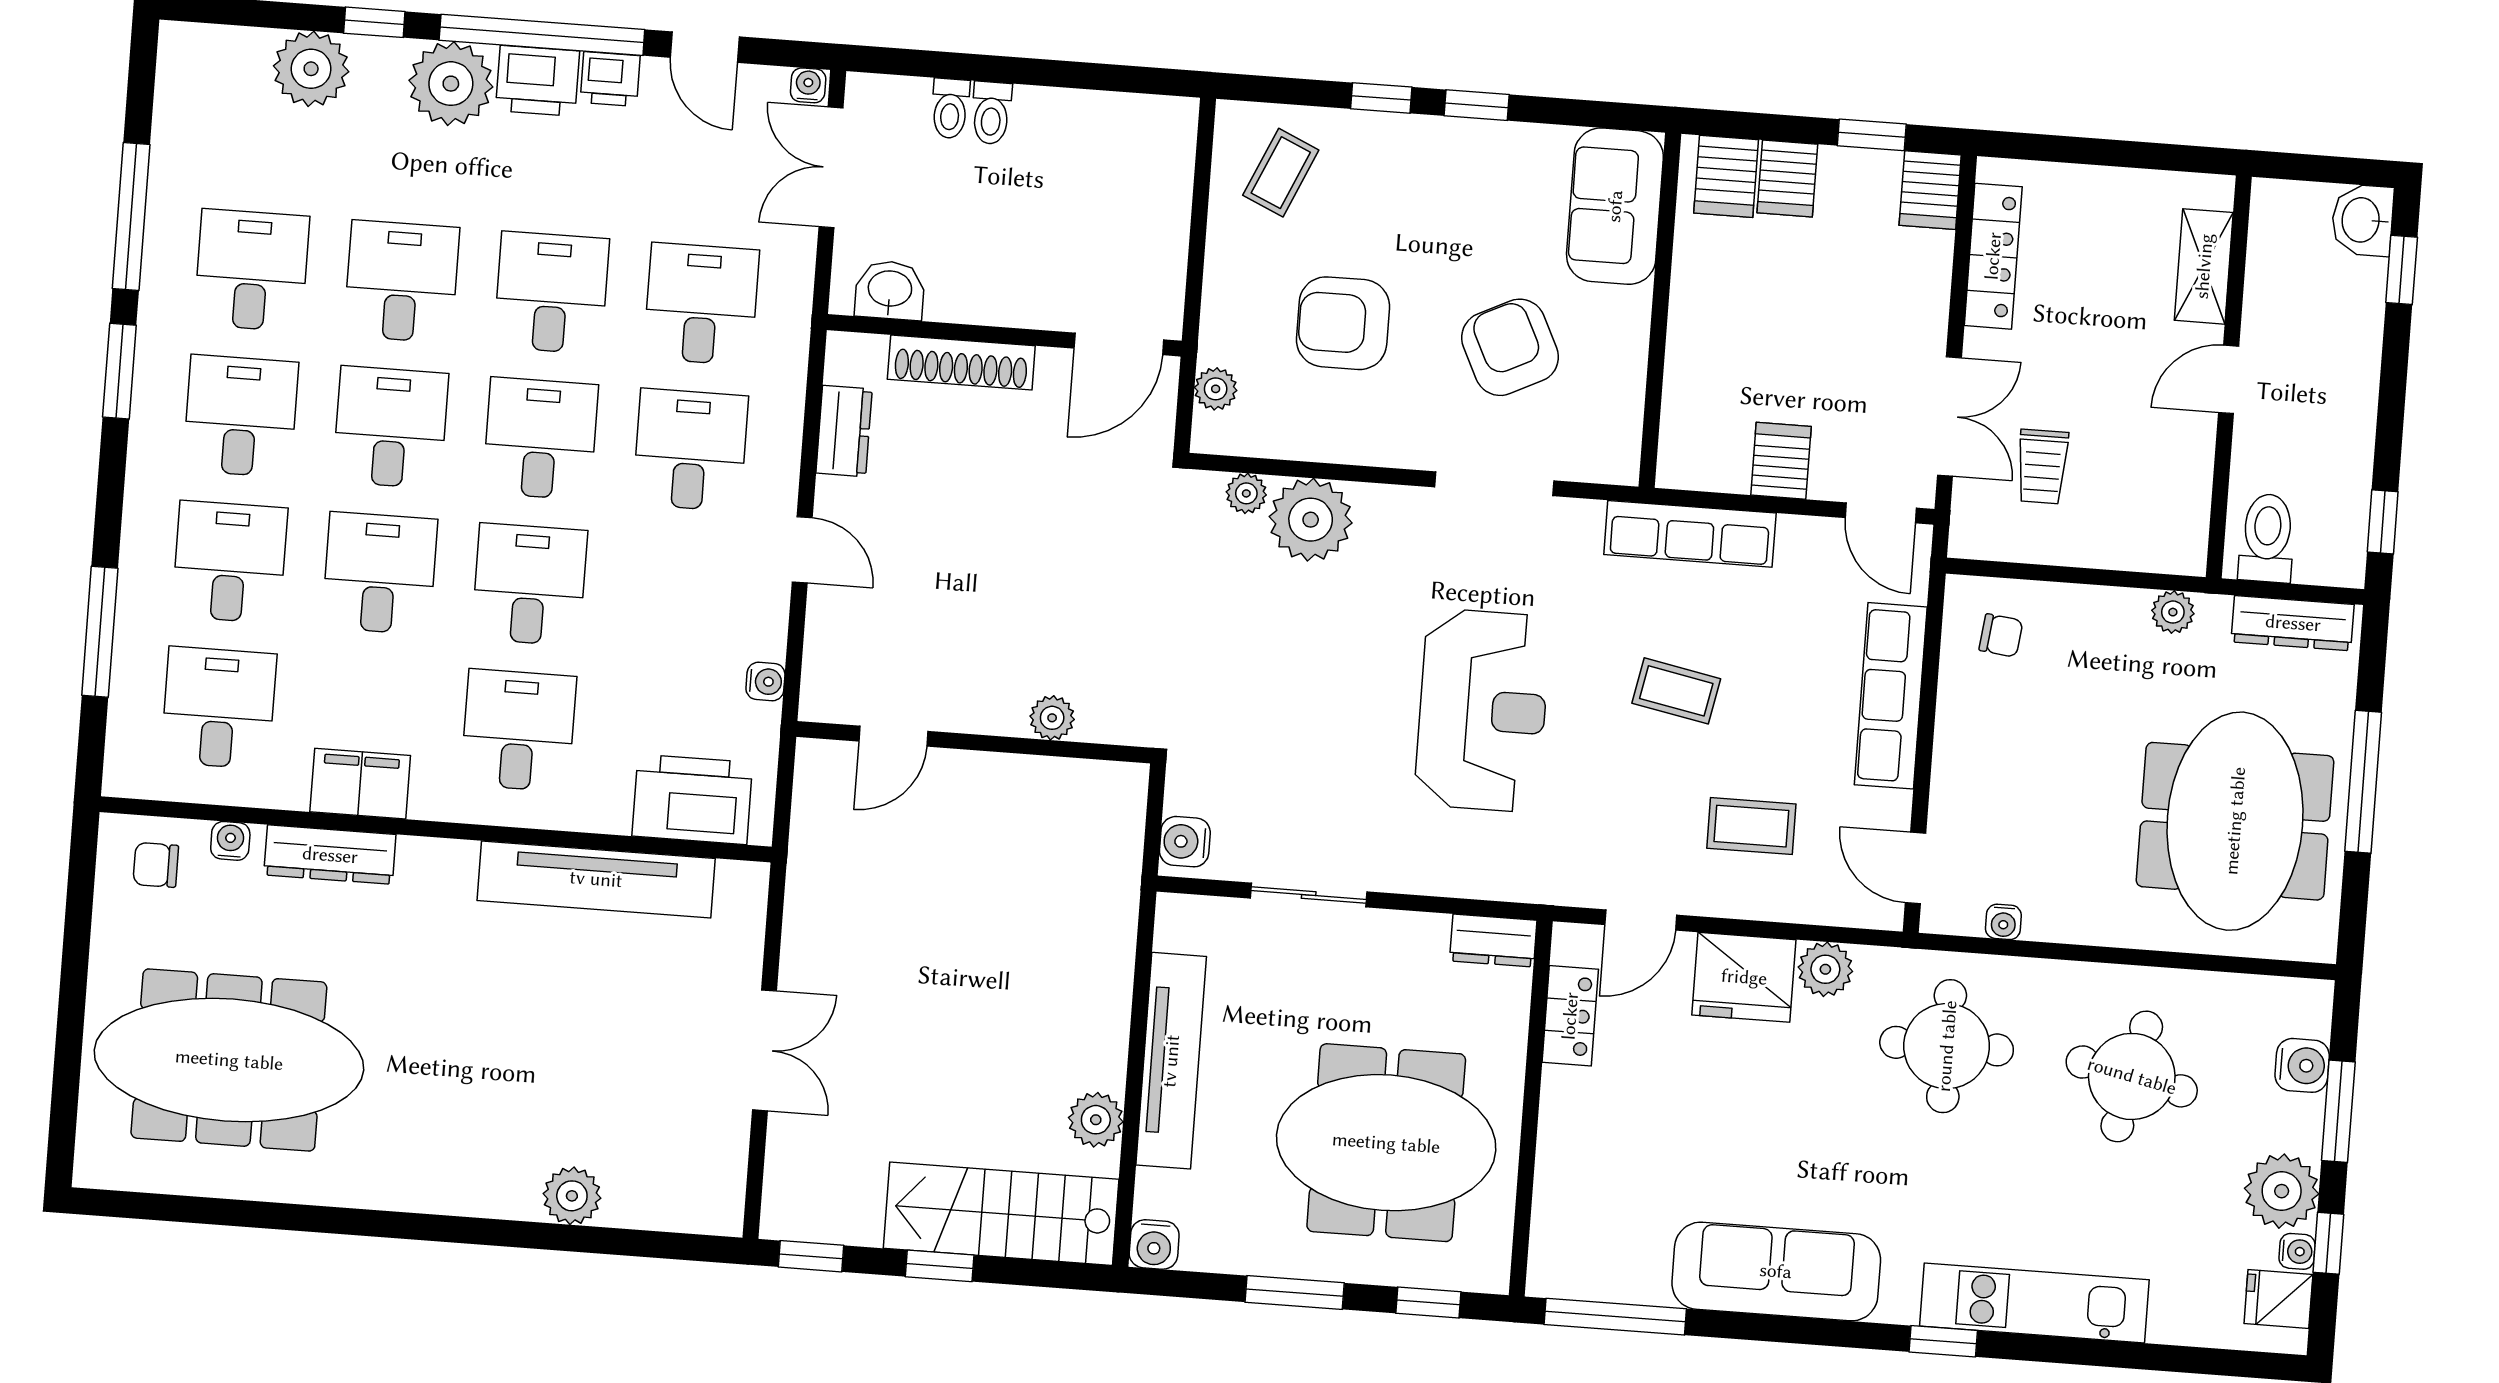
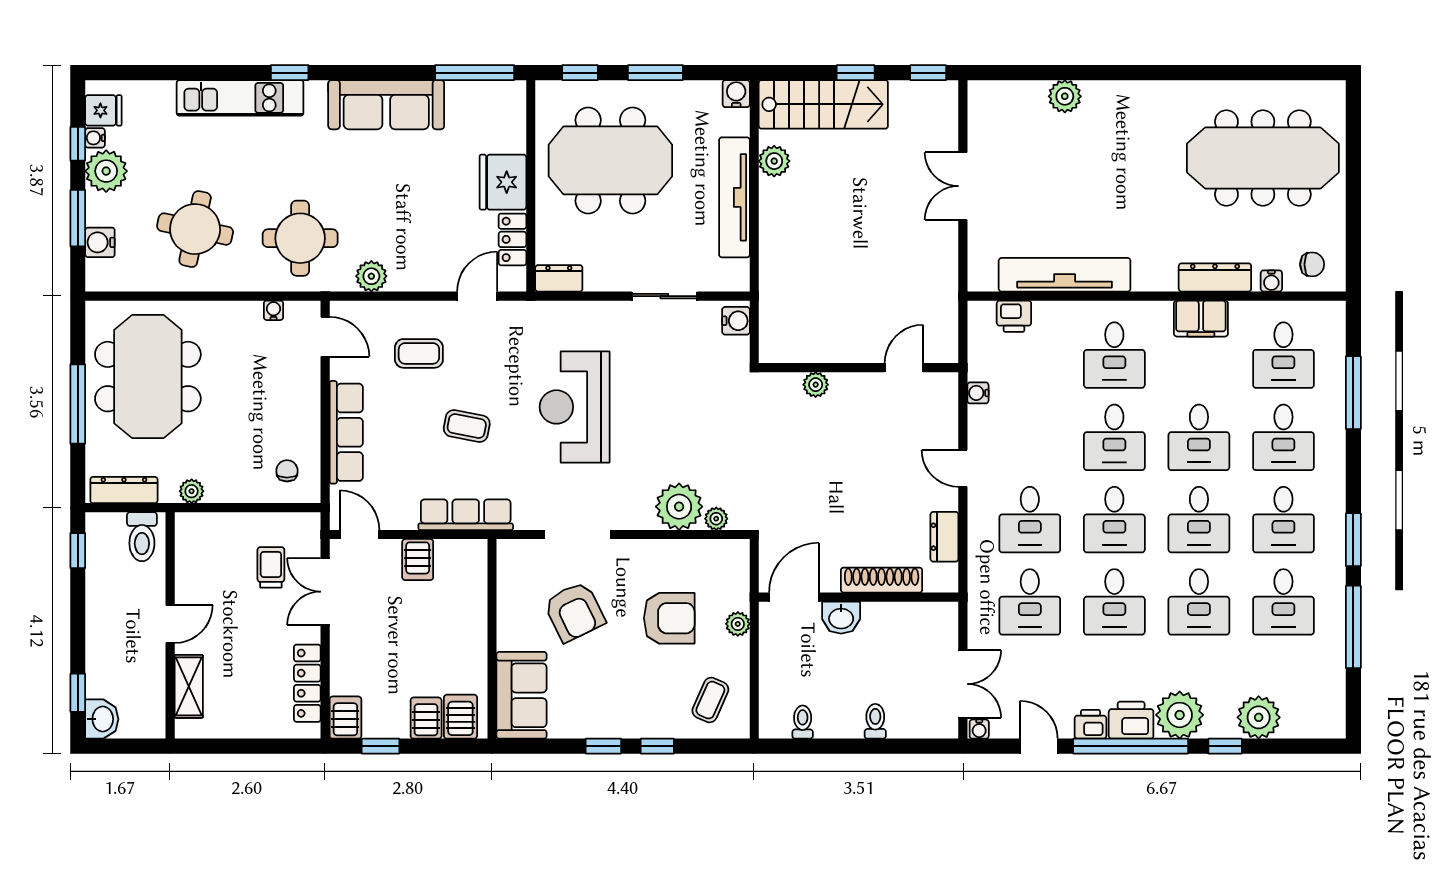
toilet: (950, 108) -> (803, 722), moved
washbasin: (890, 290) -> (841, 618), moved
plant: (1216, 389) -> (738, 624), moved
chair: (2001, 635) -> (287, 471), turned 83
printer: (692, 799) -> (1014, 316), width x0.53, depth x0.68
fridge: (1744, 977) -> (503, 182), moved, turned -90

